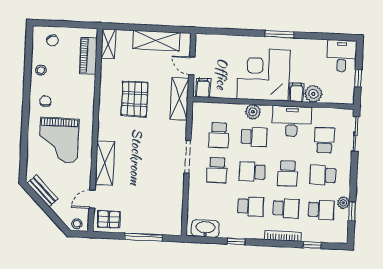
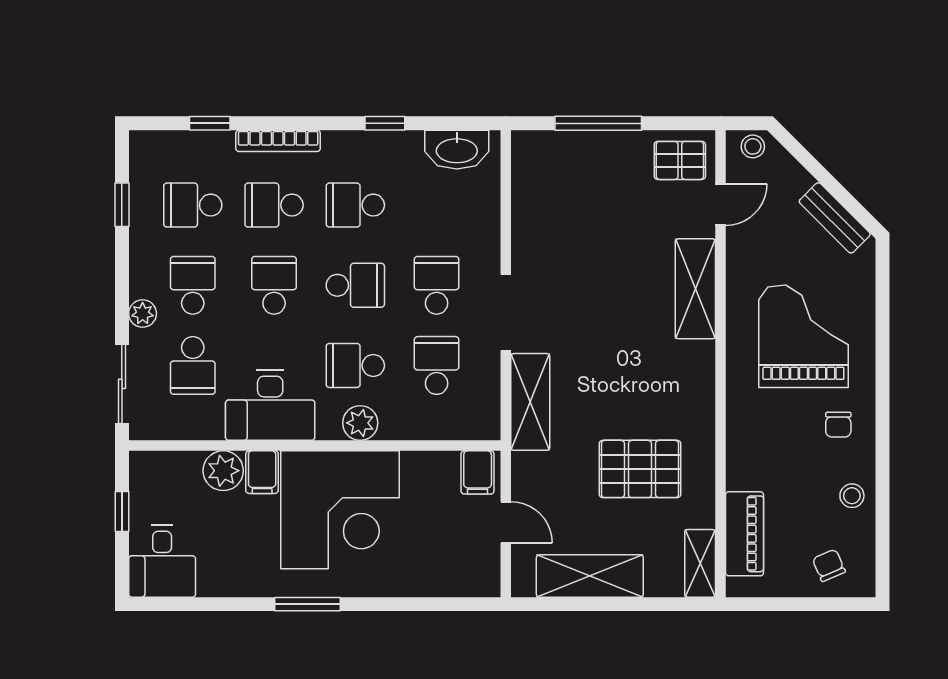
pallet: (135, 99) -> (640, 469), moved, turned 90
shelving: (180, 99) -> (530, 402), moved
school desk: (323, 175) -> (193, 285), turned -90
plant: (343, 203) -> (143, 314), moved

